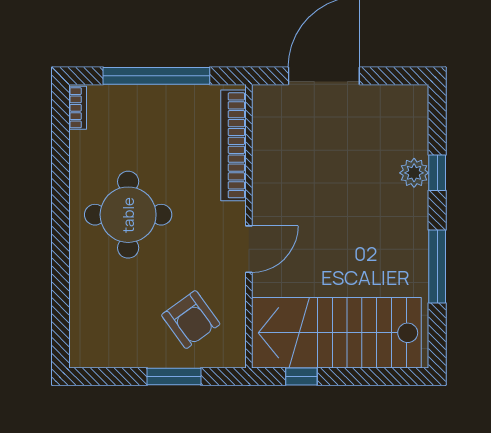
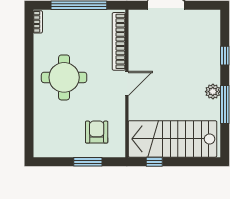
plant: (414, 173) -> (213, 92), moved
door: (249, 249) -> (127, 84), moved
armchair: (191, 320) -> (97, 132), turned -144

